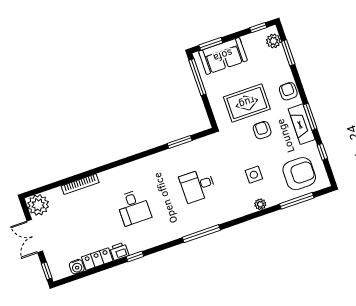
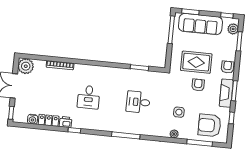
sofa: (223, 56) -> (200, 24), width x1.36
armchair: (299, 174) -> (210, 125), turned 180

